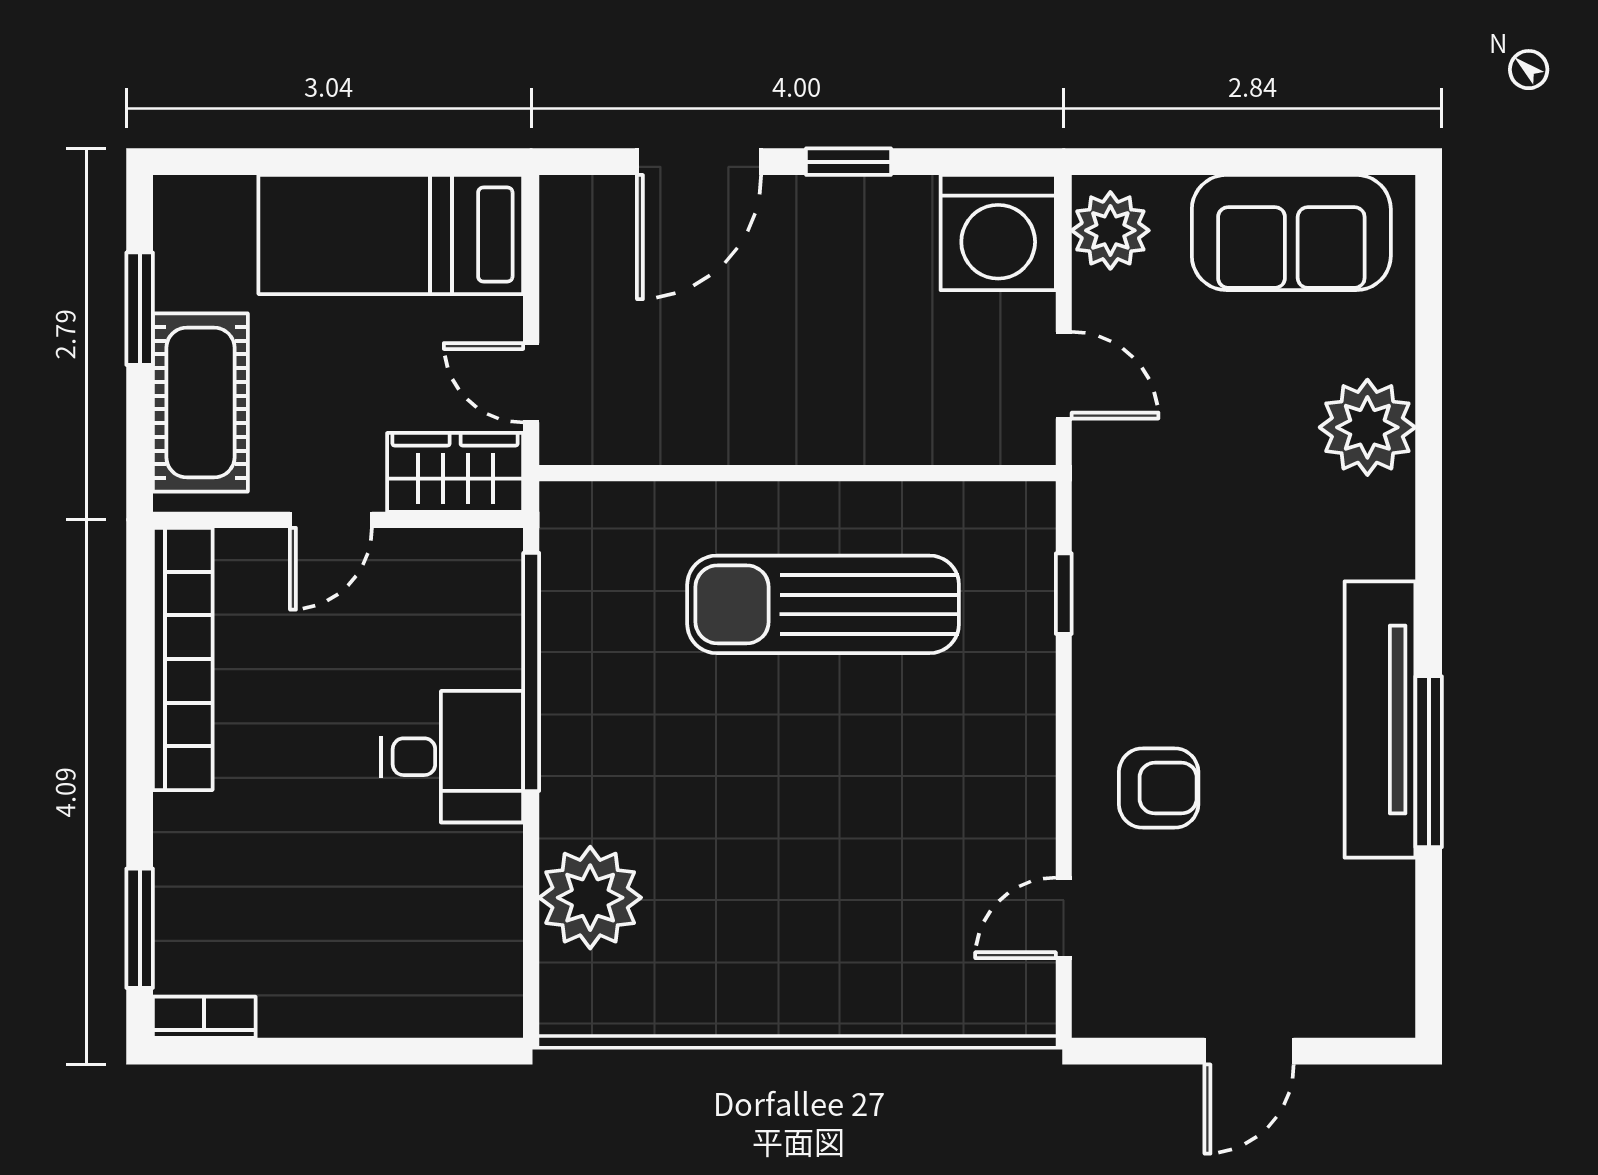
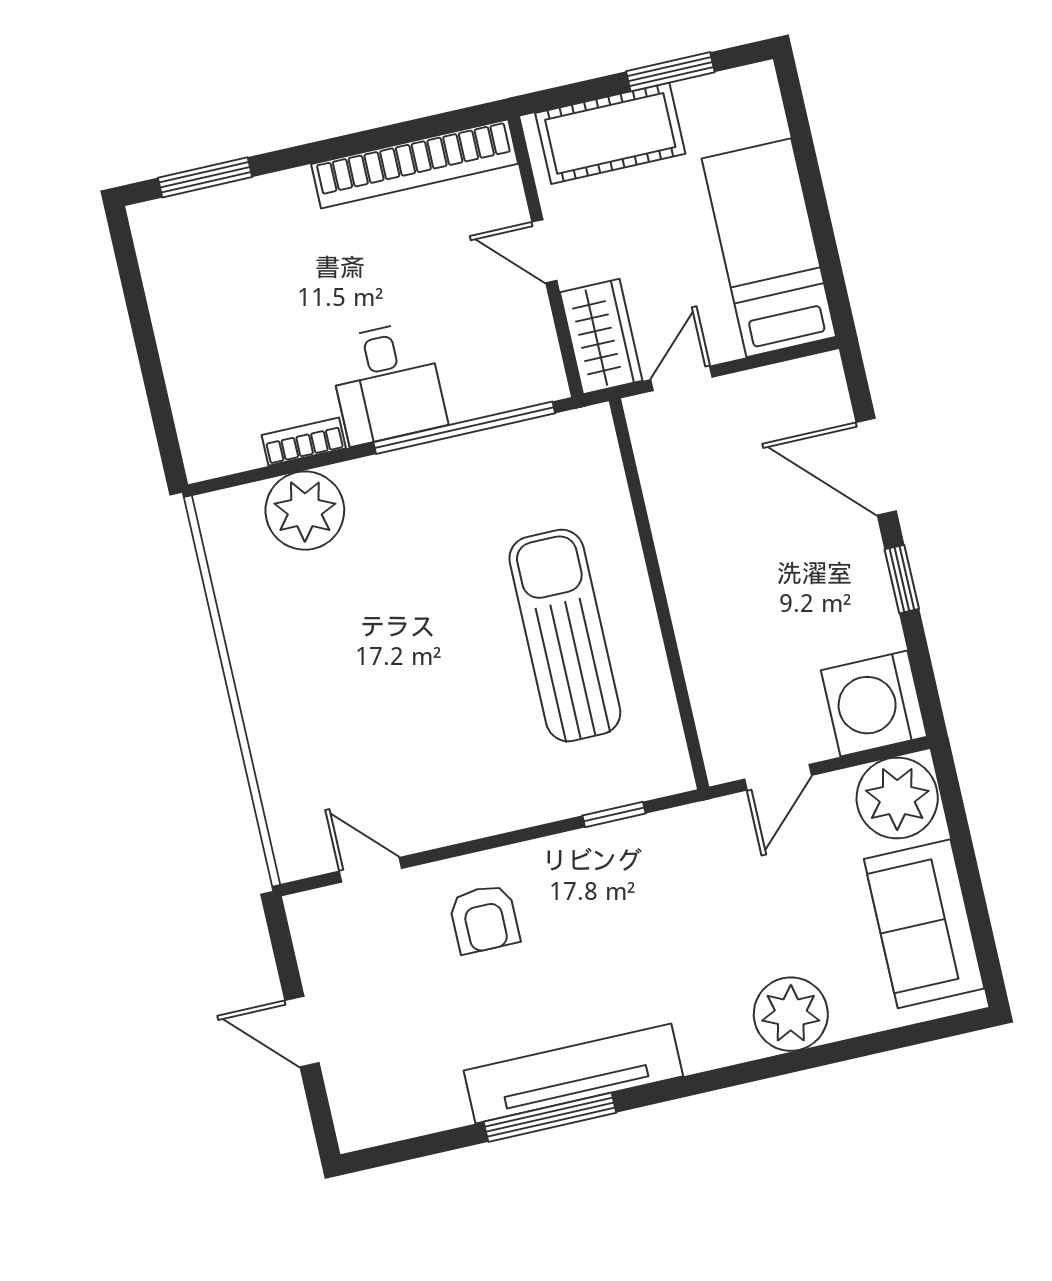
plant: (1110, 230) -> (897, 798), width x1.36, depth x1.36
bookcase: (204, 1017) -> (304, 442), moved, turned -90

